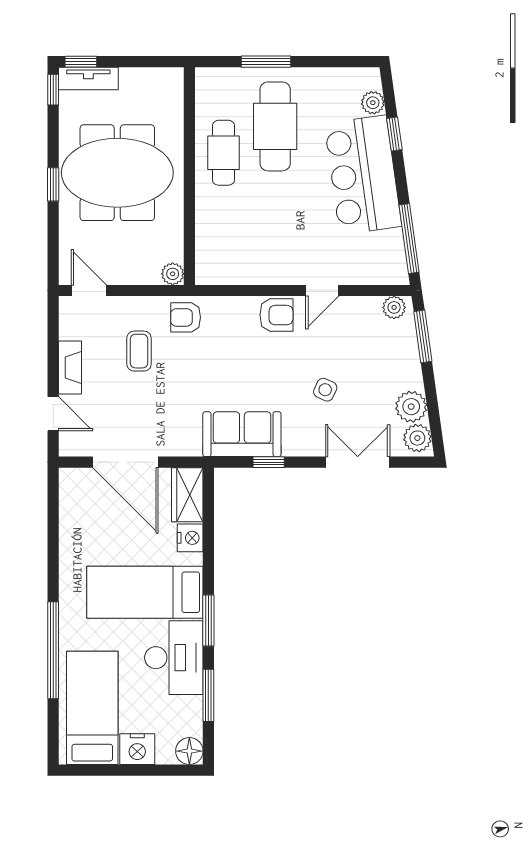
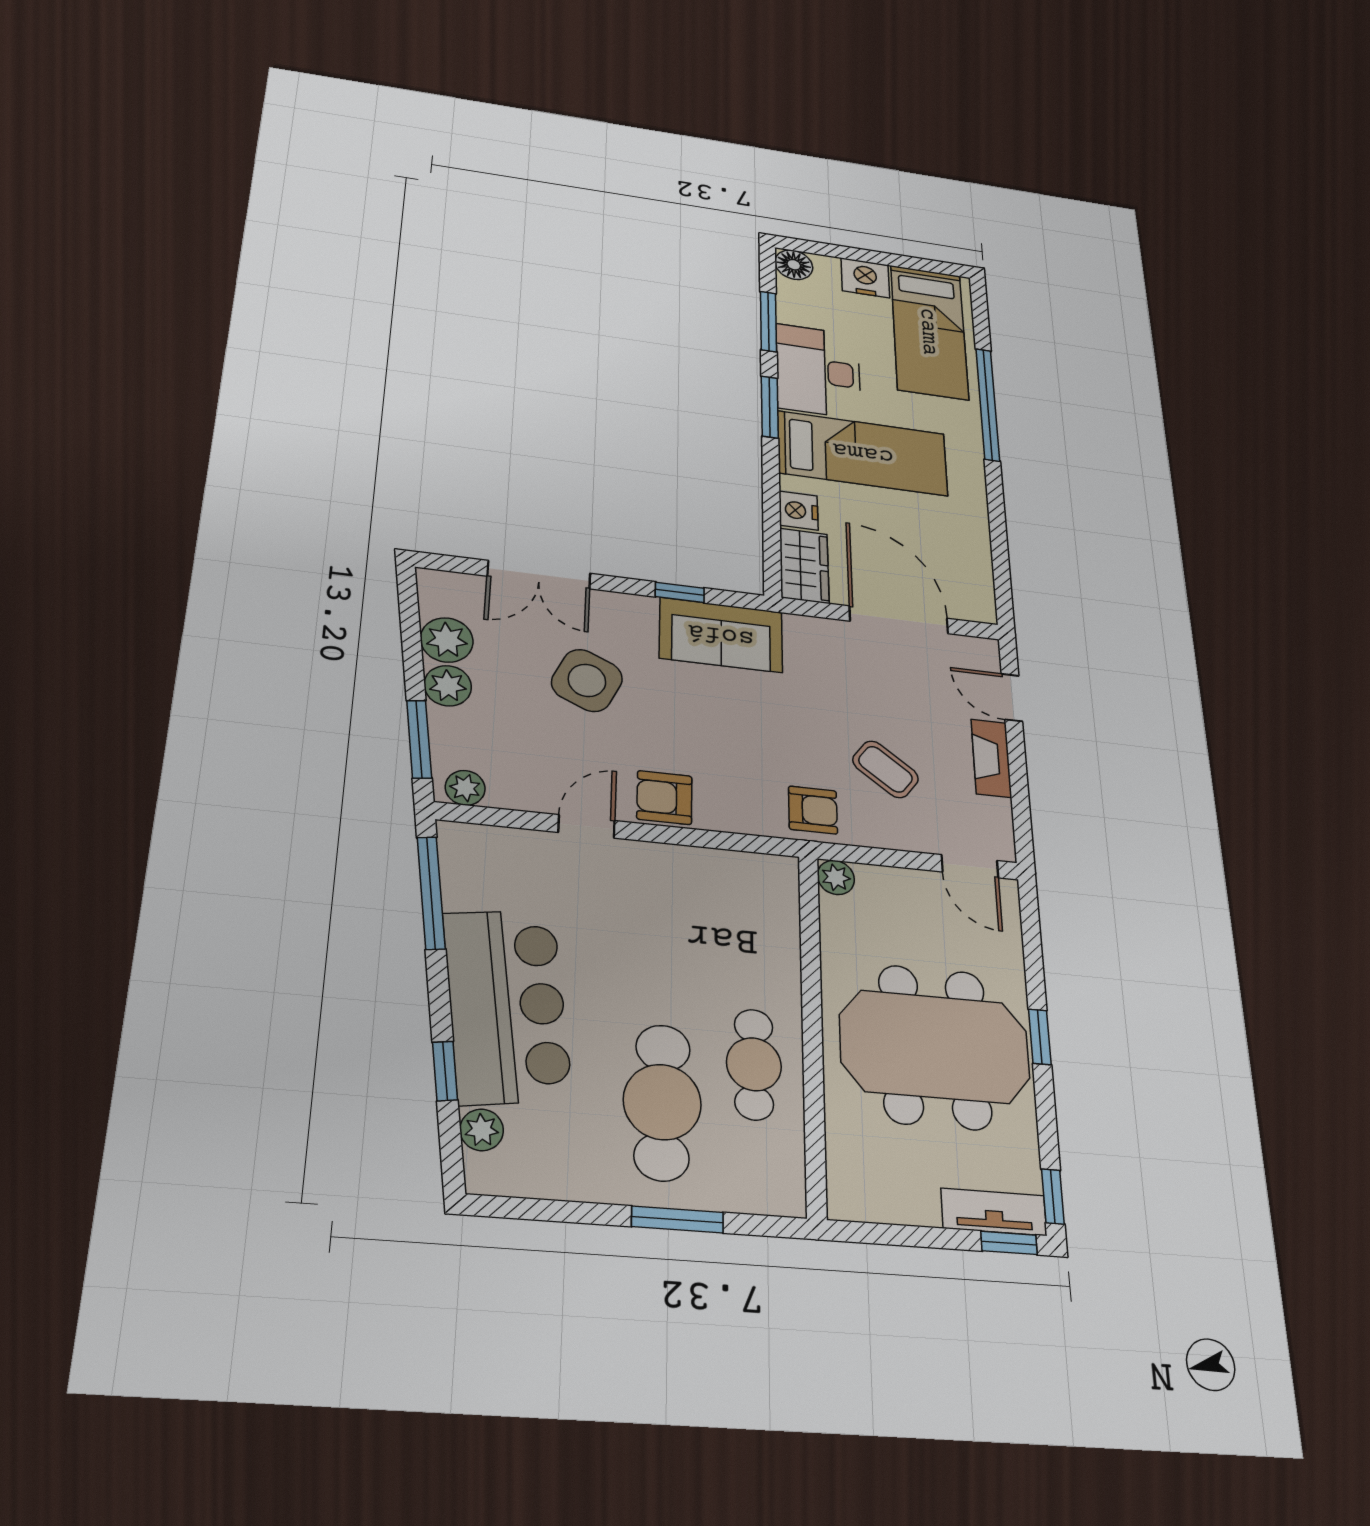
coffee table: (139, 351) -> (885, 769), turned -53
side table: (325, 390) -> (587, 680), width x1.87, depth x1.87
plant: (417, 438) -> (448, 686), moved

